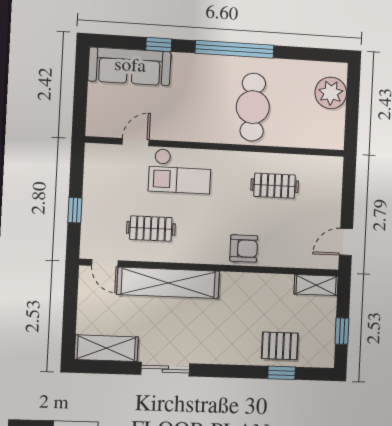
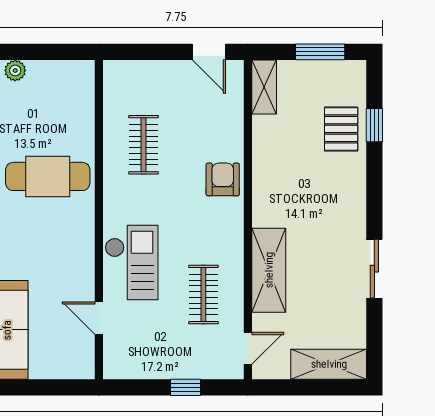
plant: (331, 93) -> (15, 70), width x0.53, depth x0.53
shelving: (168, 283) -> (269, 270), width x0.68
window: (342, 331) -> (320, 52), width x1.50
shelving: (106, 348) -> (329, 364), moved, turned 90

